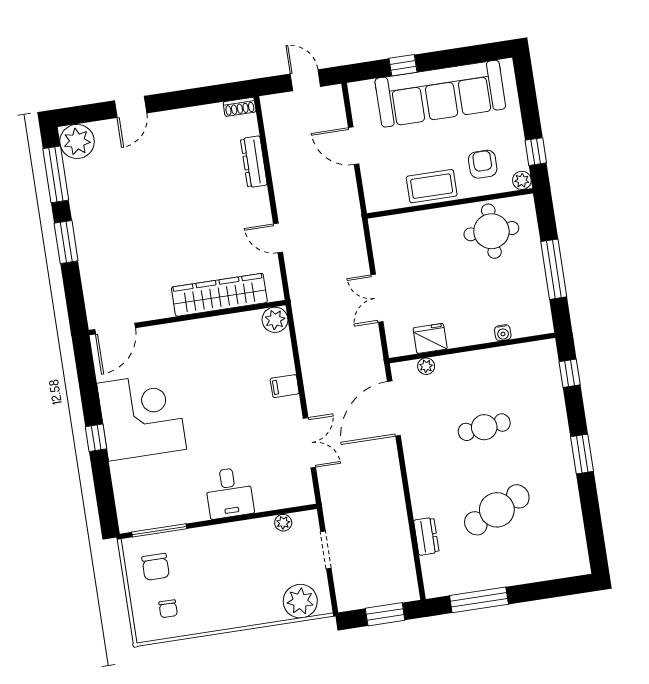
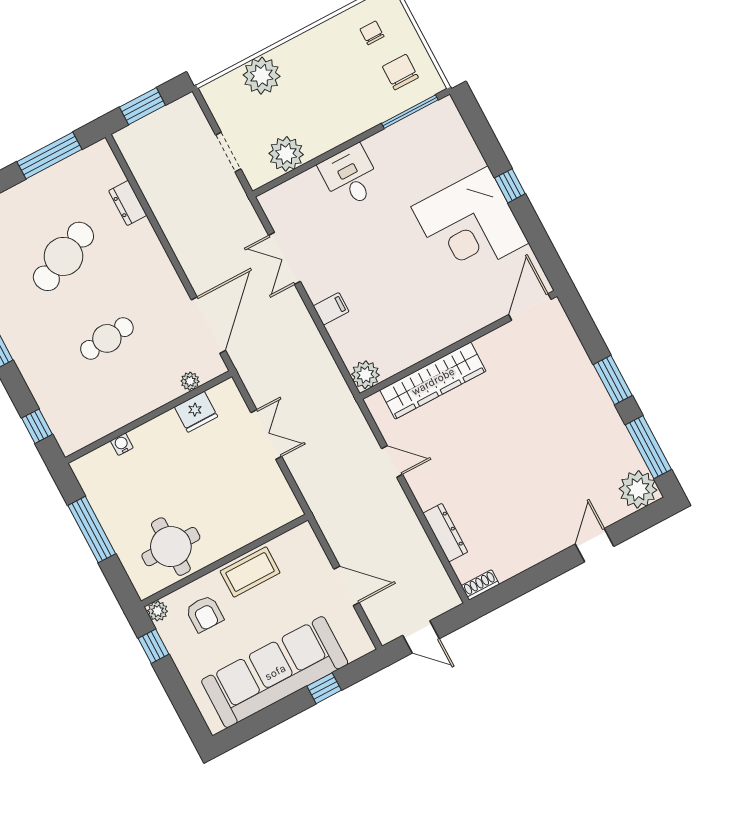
plant: (283, 523) -> (286, 154), width x1.87, depth x1.87
plant: (300, 601) -> (262, 76), moved

